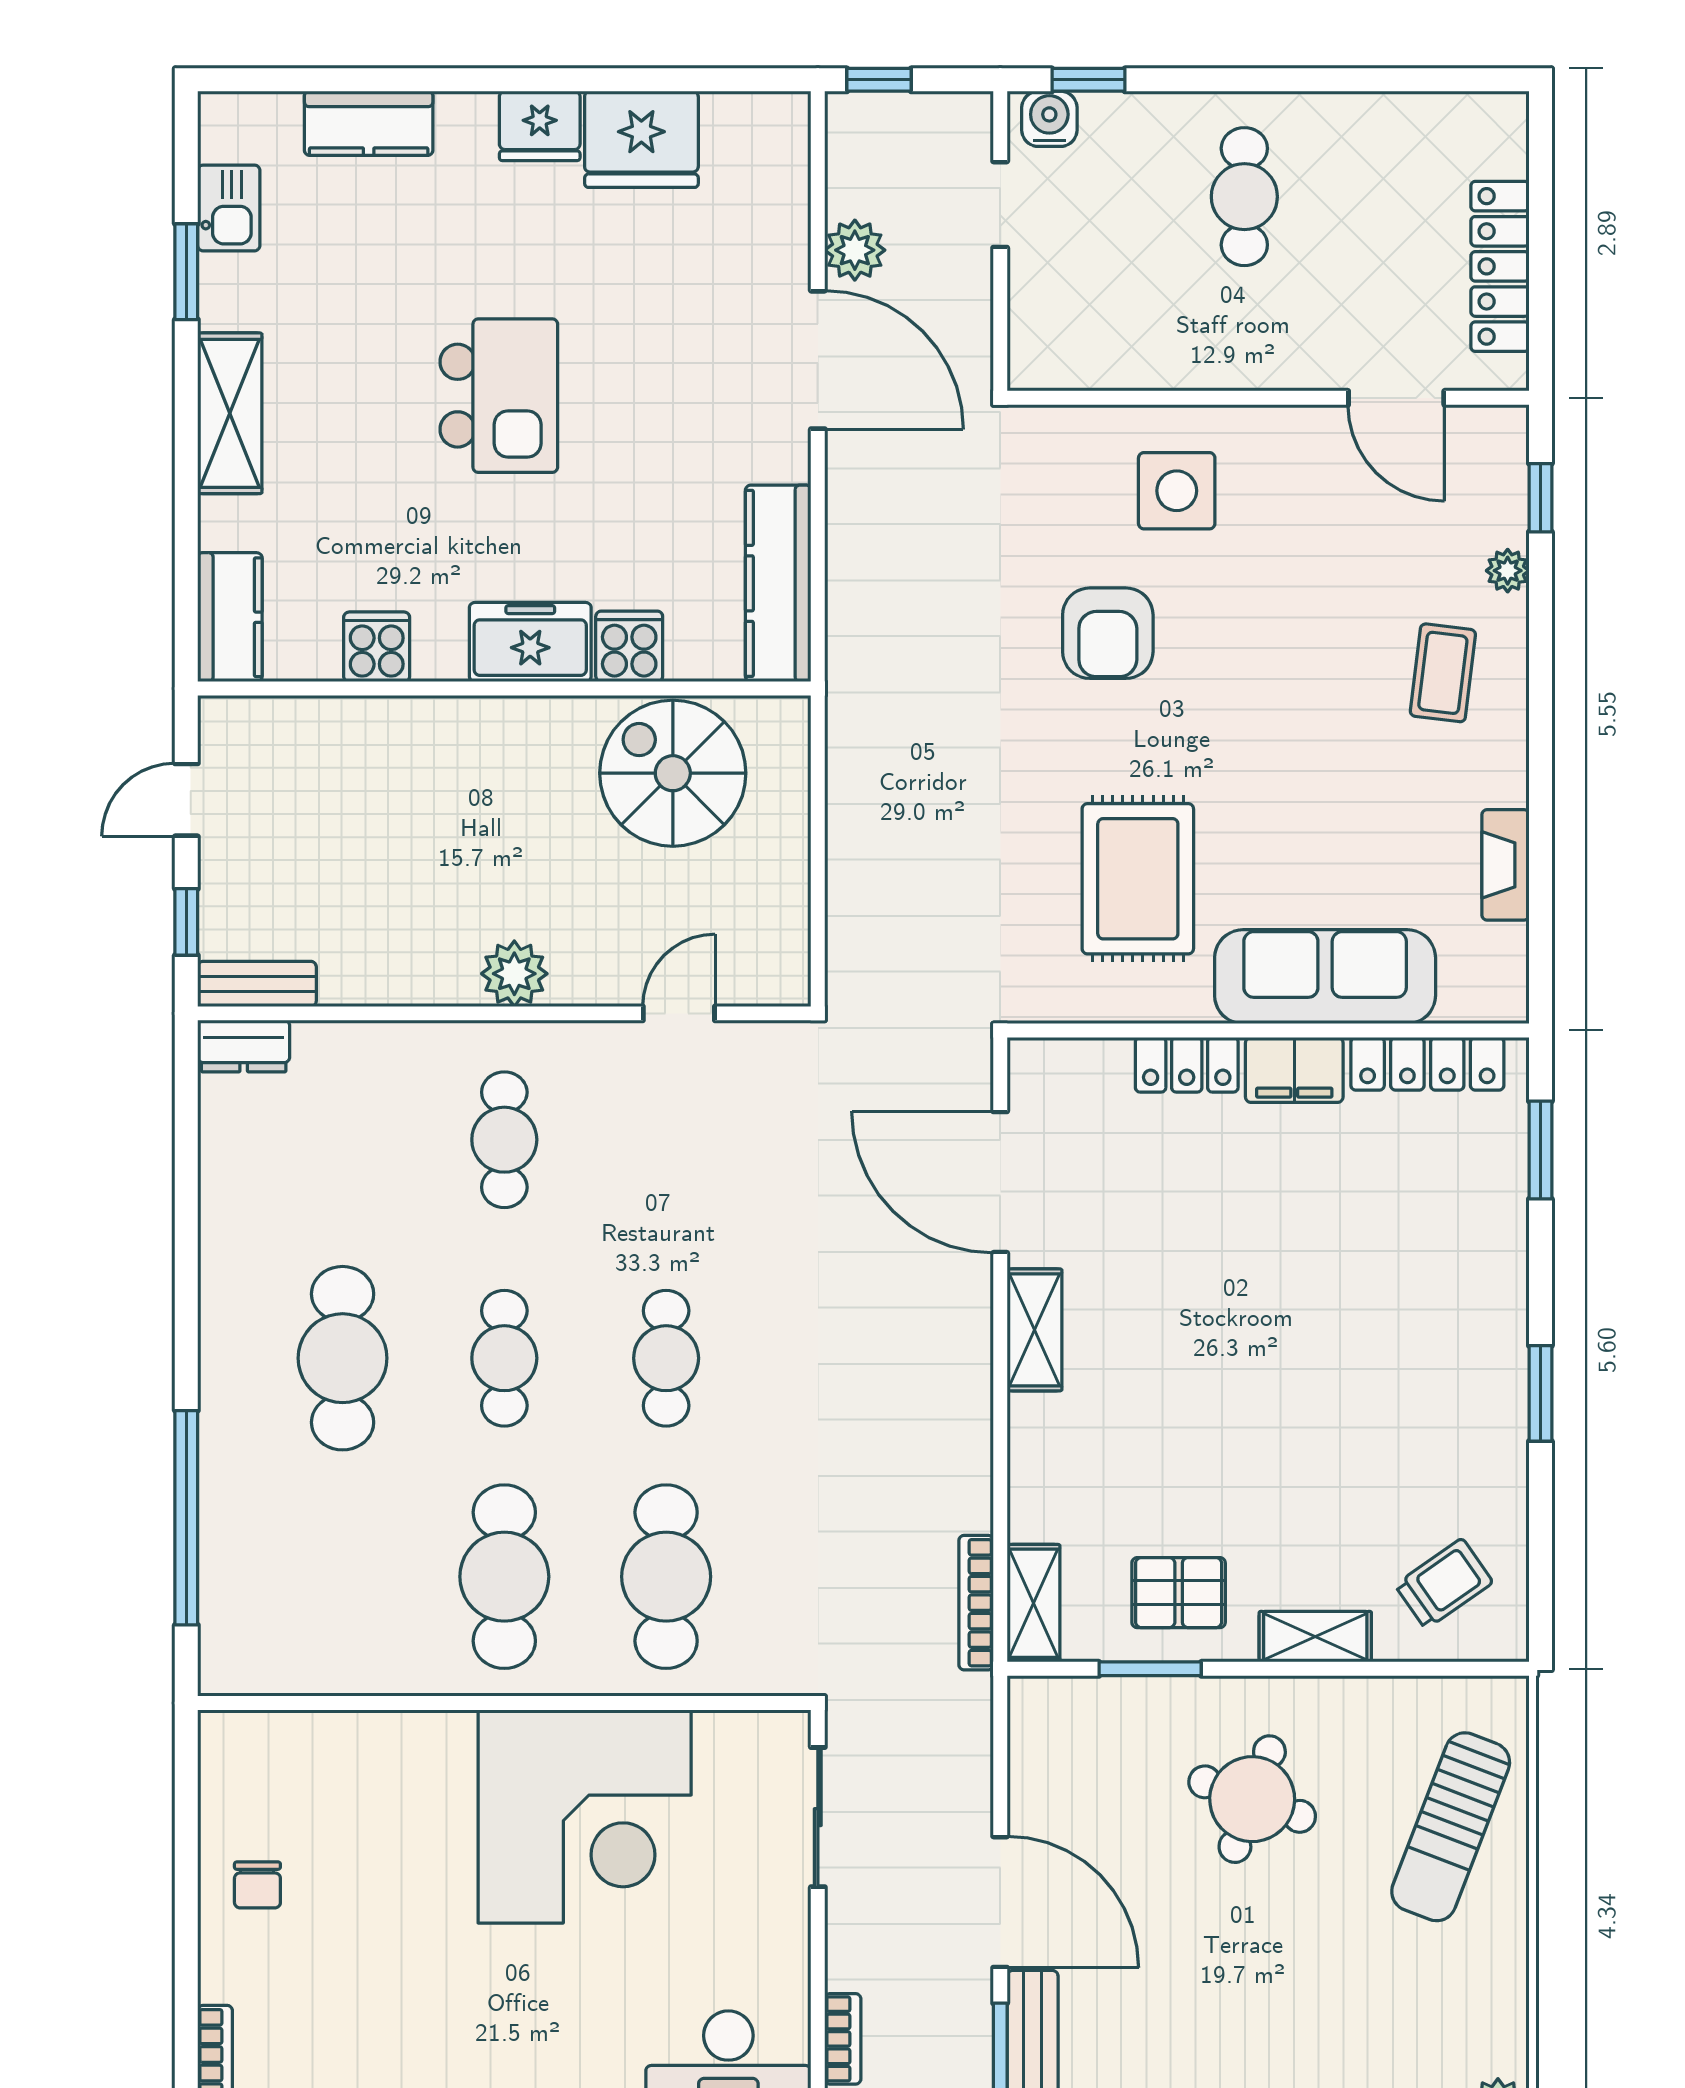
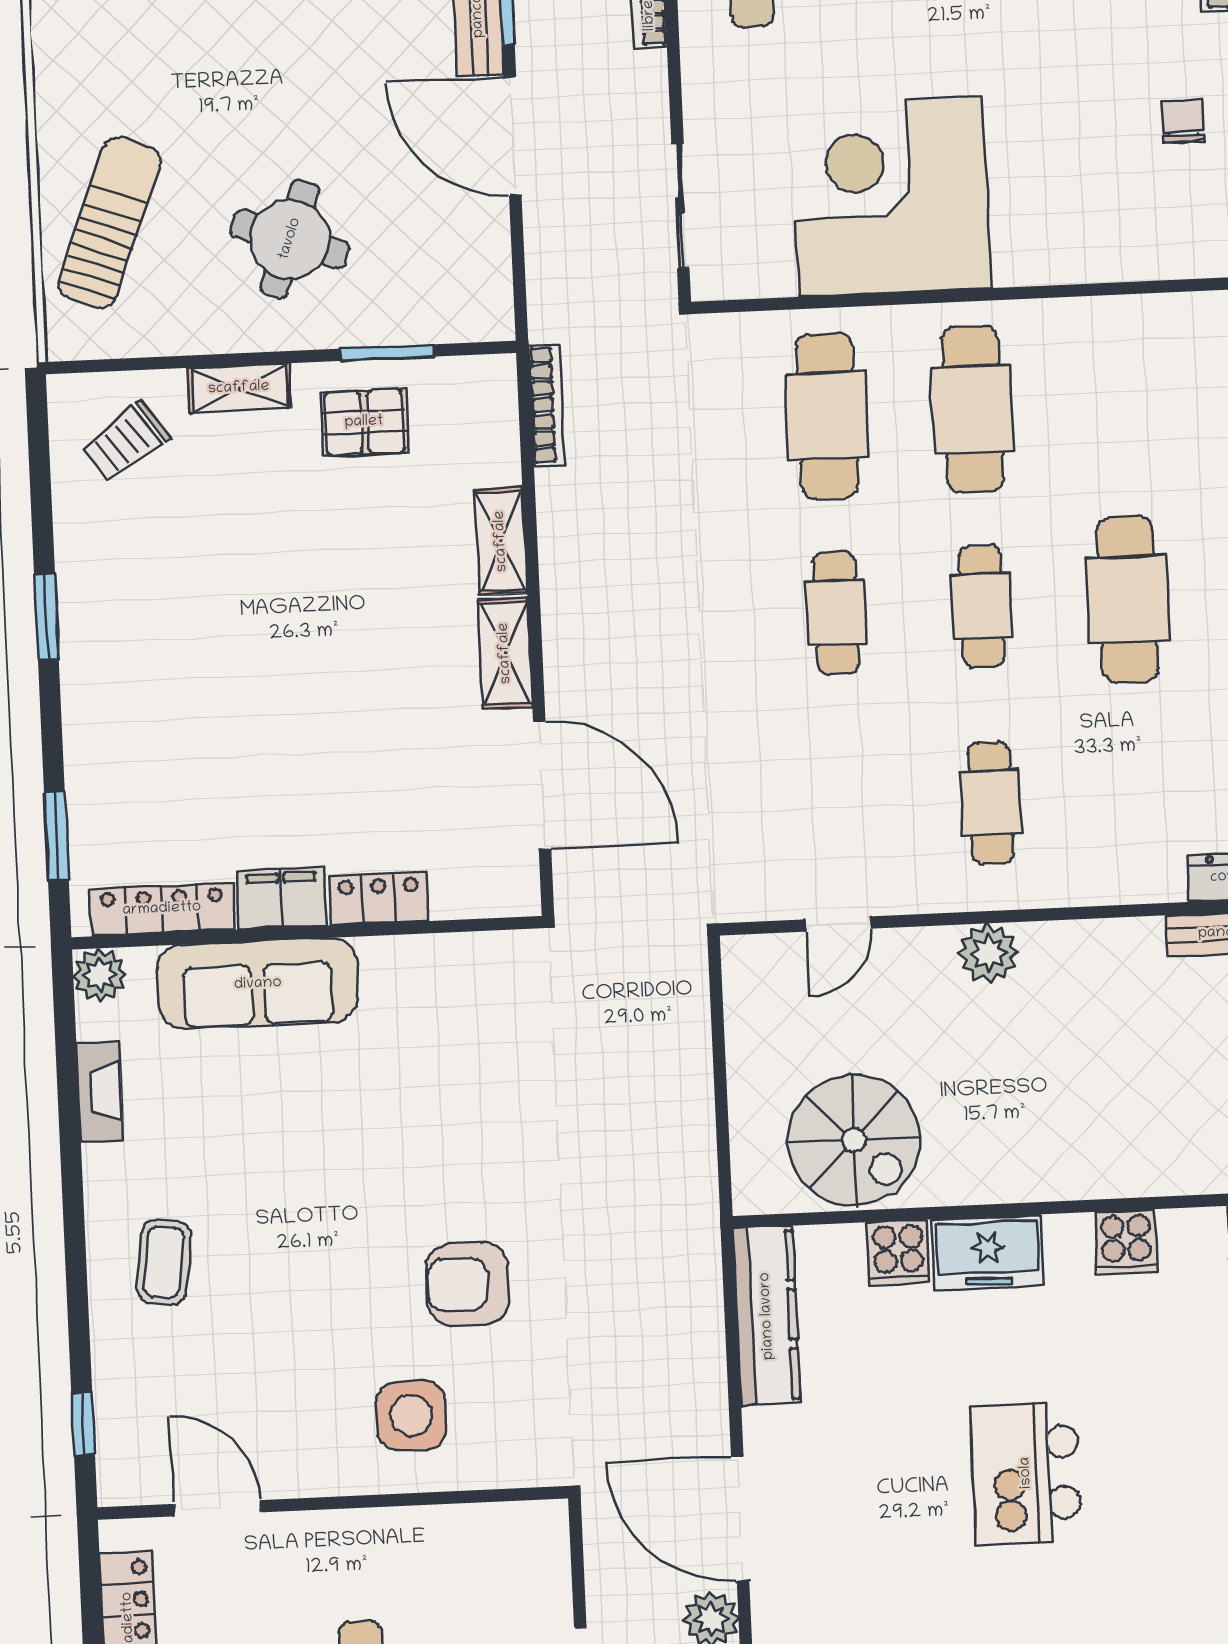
plant: (1508, 571) -> (100, 975), moved, width x1.38, depth x1.38
armchair: (1108, 633) -> (468, 1284), turned -90
rug: (1138, 879) -> (430, 1064), removed
shelving: (1033, 1603) -> (501, 541), moved

